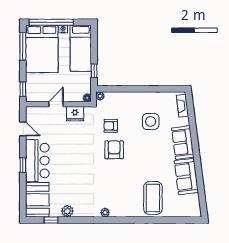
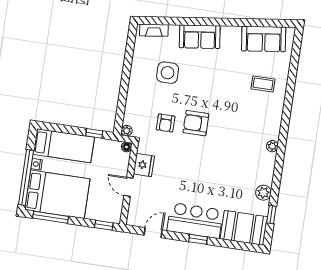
sofa: (186, 177) -> (264, 39), moved
coffee table: (153, 198) -> (263, 84), width x0.54, depth x0.58

